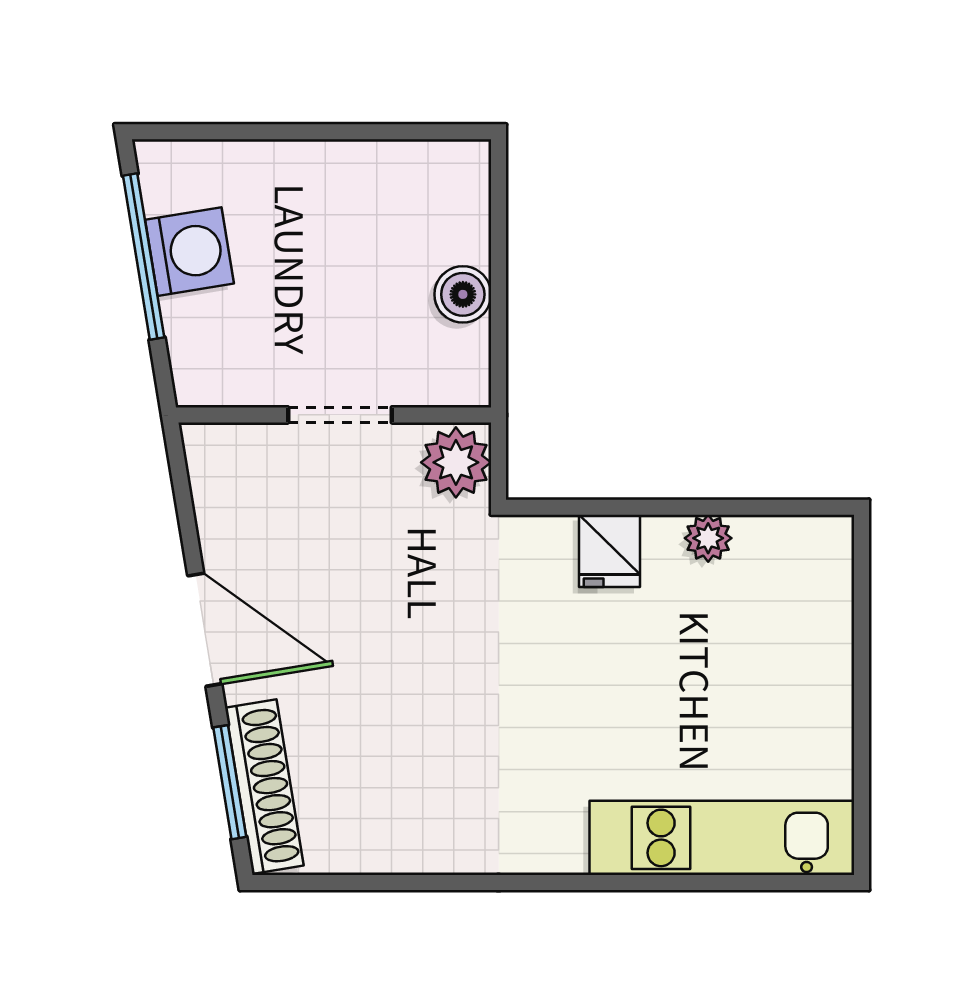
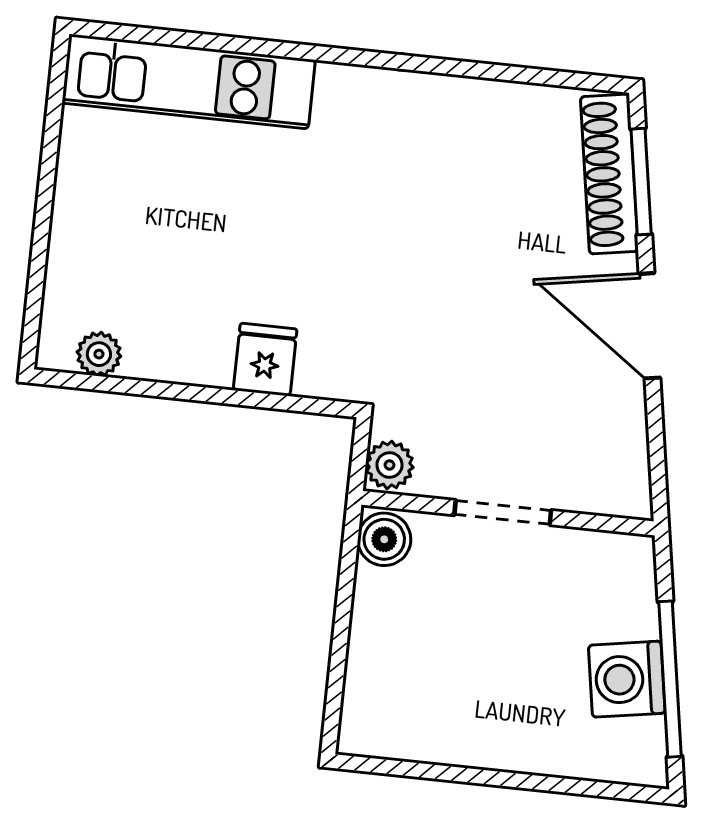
boiler: (463, 294) -> (384, 539), moved
plant: (456, 462) -> (389, 465), width x0.73, depth x0.73
plant: (708, 538) -> (99, 354), moved

